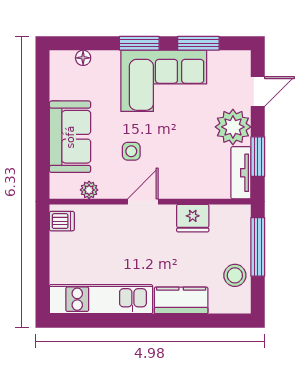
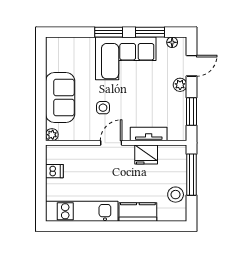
floor lamp: (83, 58) -> (172, 42), moved
plant: (233, 127) -> (180, 85), width x0.53, depth x0.53
tv unit: (241, 173) -> (149, 134), moved, turned 90
plant: (89, 190) -> (52, 135), moved
dishwasher: (62, 221) -> (54, 171), moved

